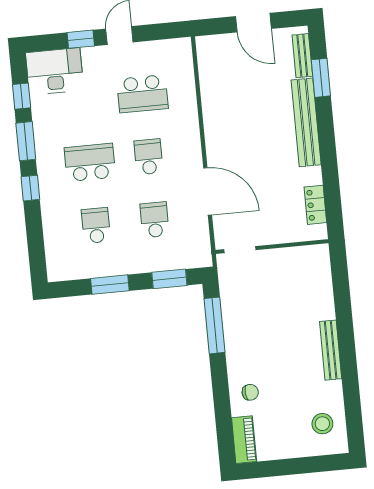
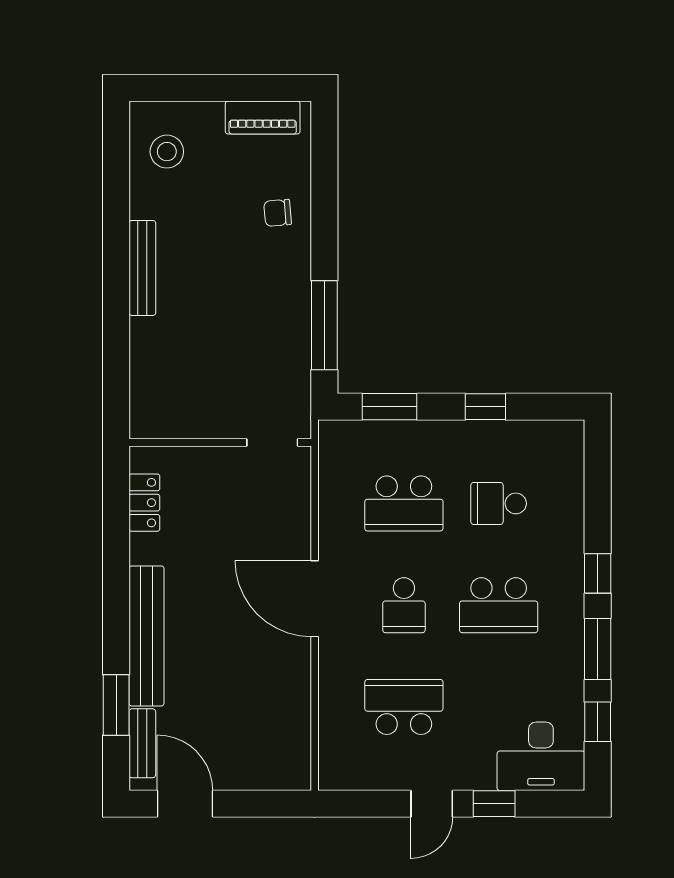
door: (253, 23) -> (185, 804), moved
door: (208, 191) -> (315, 599), moved
school desk: (155, 220) -> (404, 503), width x1.85
school desk: (96, 225) -> (499, 503), turned 90
window: (110, 285) -> (485, 407), width x0.67
piano: (244, 440) -> (263, 117), moved, turned -90

